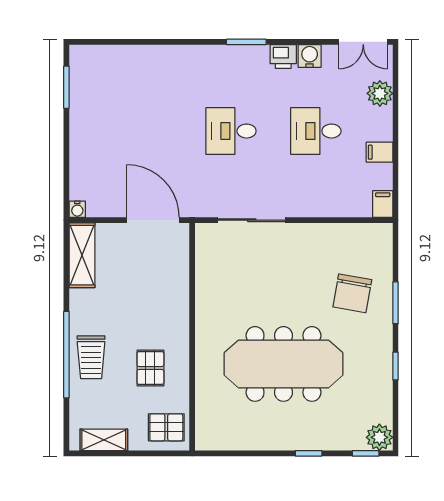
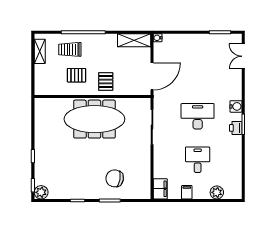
double door: (363, 42) -> (243, 56), moved
water cooler: (310, 56) -> (236, 106), moved
printer: (283, 57) -> (236, 128), moved
desk: (231, 131) -> (198, 116), width x1.37
filing cabinet: (383, 204) -> (160, 189), width x2.00
trolley: (91, 357) -> (70, 49), moved
meeting table: (283, 364) -> (94, 119), moved, turned 90
pallet: (166, 427) -> (106, 81), moved

